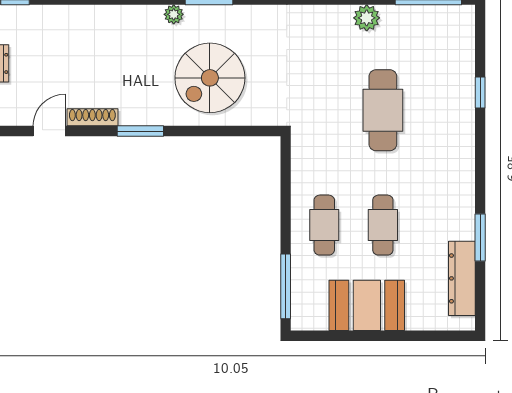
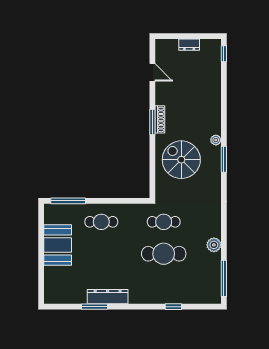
shoe rack: (92, 117) -> (160, 119), moved
cafe table: (383, 225) -> (164, 222), moved
dresser: (462, 278) -> (108, 297), moved

